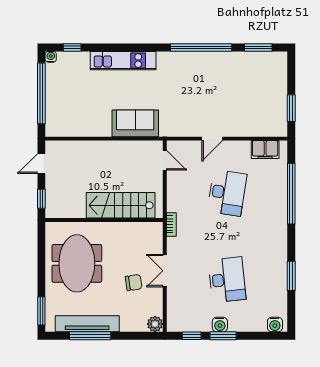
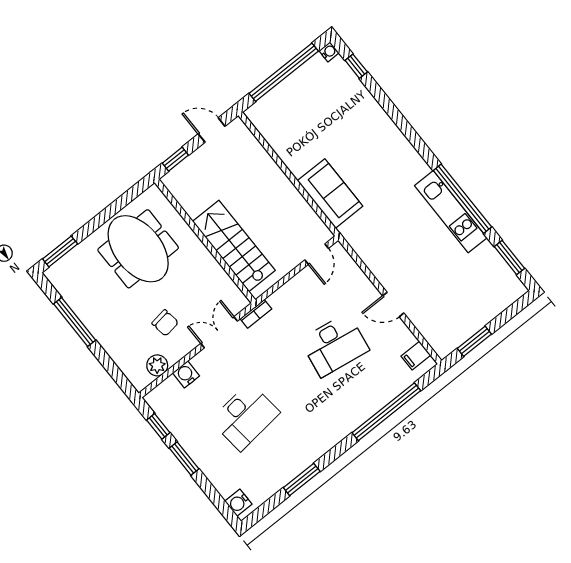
kitchen unit: (123, 61) -> (451, 212), moved
door: (212, 139) -> (393, 304), moved
filing cabinet: (265, 150) -> (416, 356), width x0.50
meeting table: (77, 263) -> (138, 249), turned 90
double door: (165, 271) -> (219, 332), moved
tv unit: (87, 324) -> (85, 309), removed
plant: (155, 324) -> (157, 365), moved
water cooler: (220, 324) -> (186, 374), moved, turned 90

